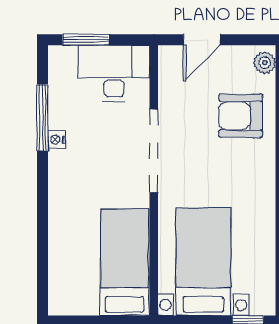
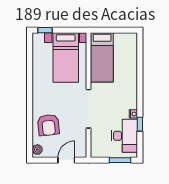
desk: (114, 73) -> (124, 136), moved, turned -90
armchair: (241, 116) -> (48, 125), turned 84
window: (43, 118) -> (140, 124), width x0.46

